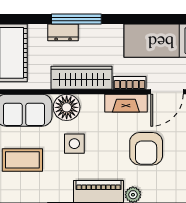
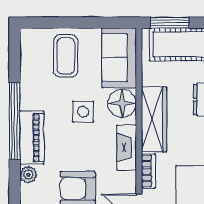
fireplace: (126, 103) -> (127, 148), moved

